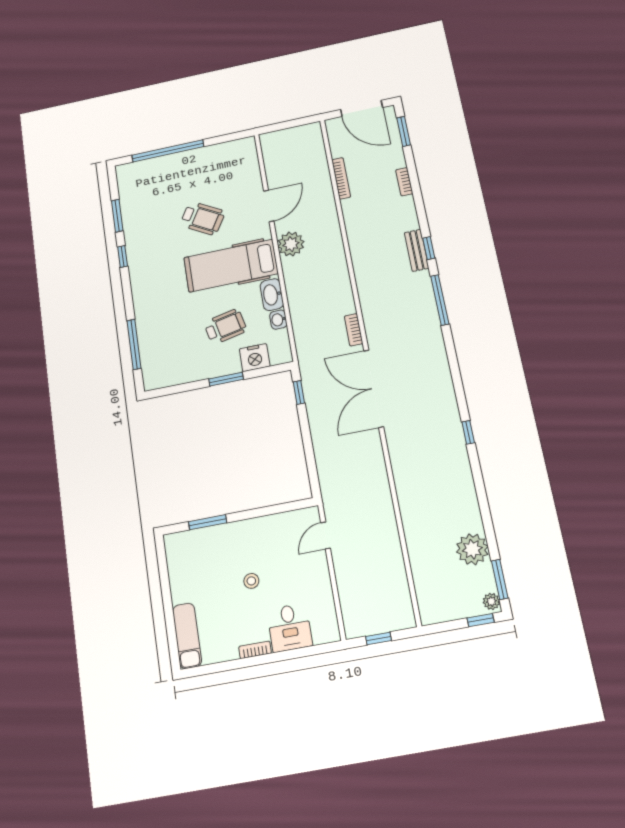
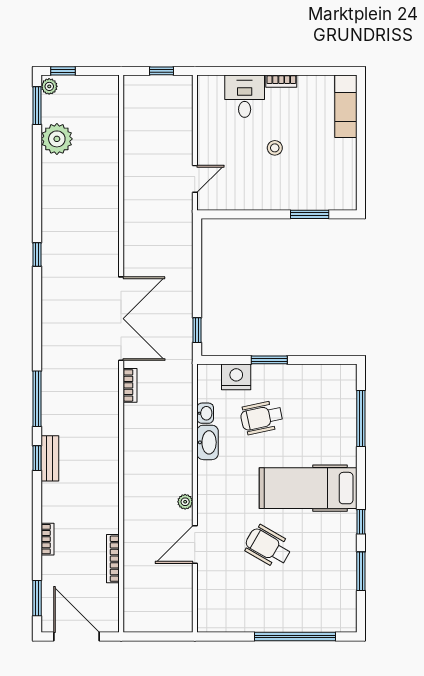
plant: (291, 244) -> (185, 502), width x0.53, depth x0.53
hospital bed: (231, 266) -> (308, 488), moved, turned 180

